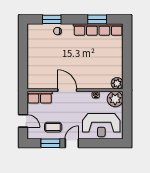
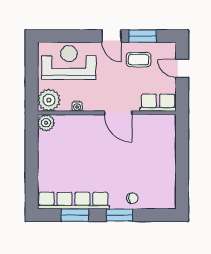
window: (52, 19) -> (119, 215), moved
door: (72, 143) -> (112, 36), hinge flipped

